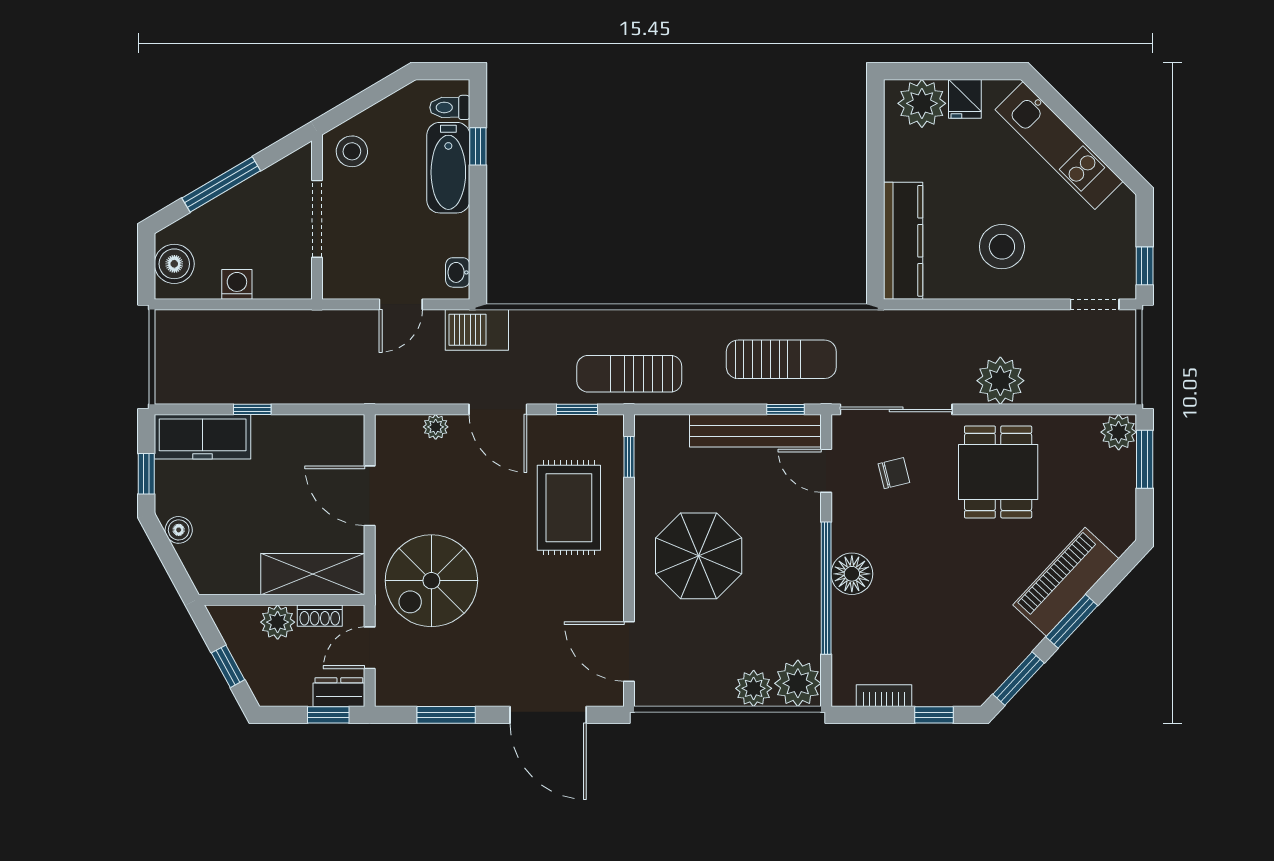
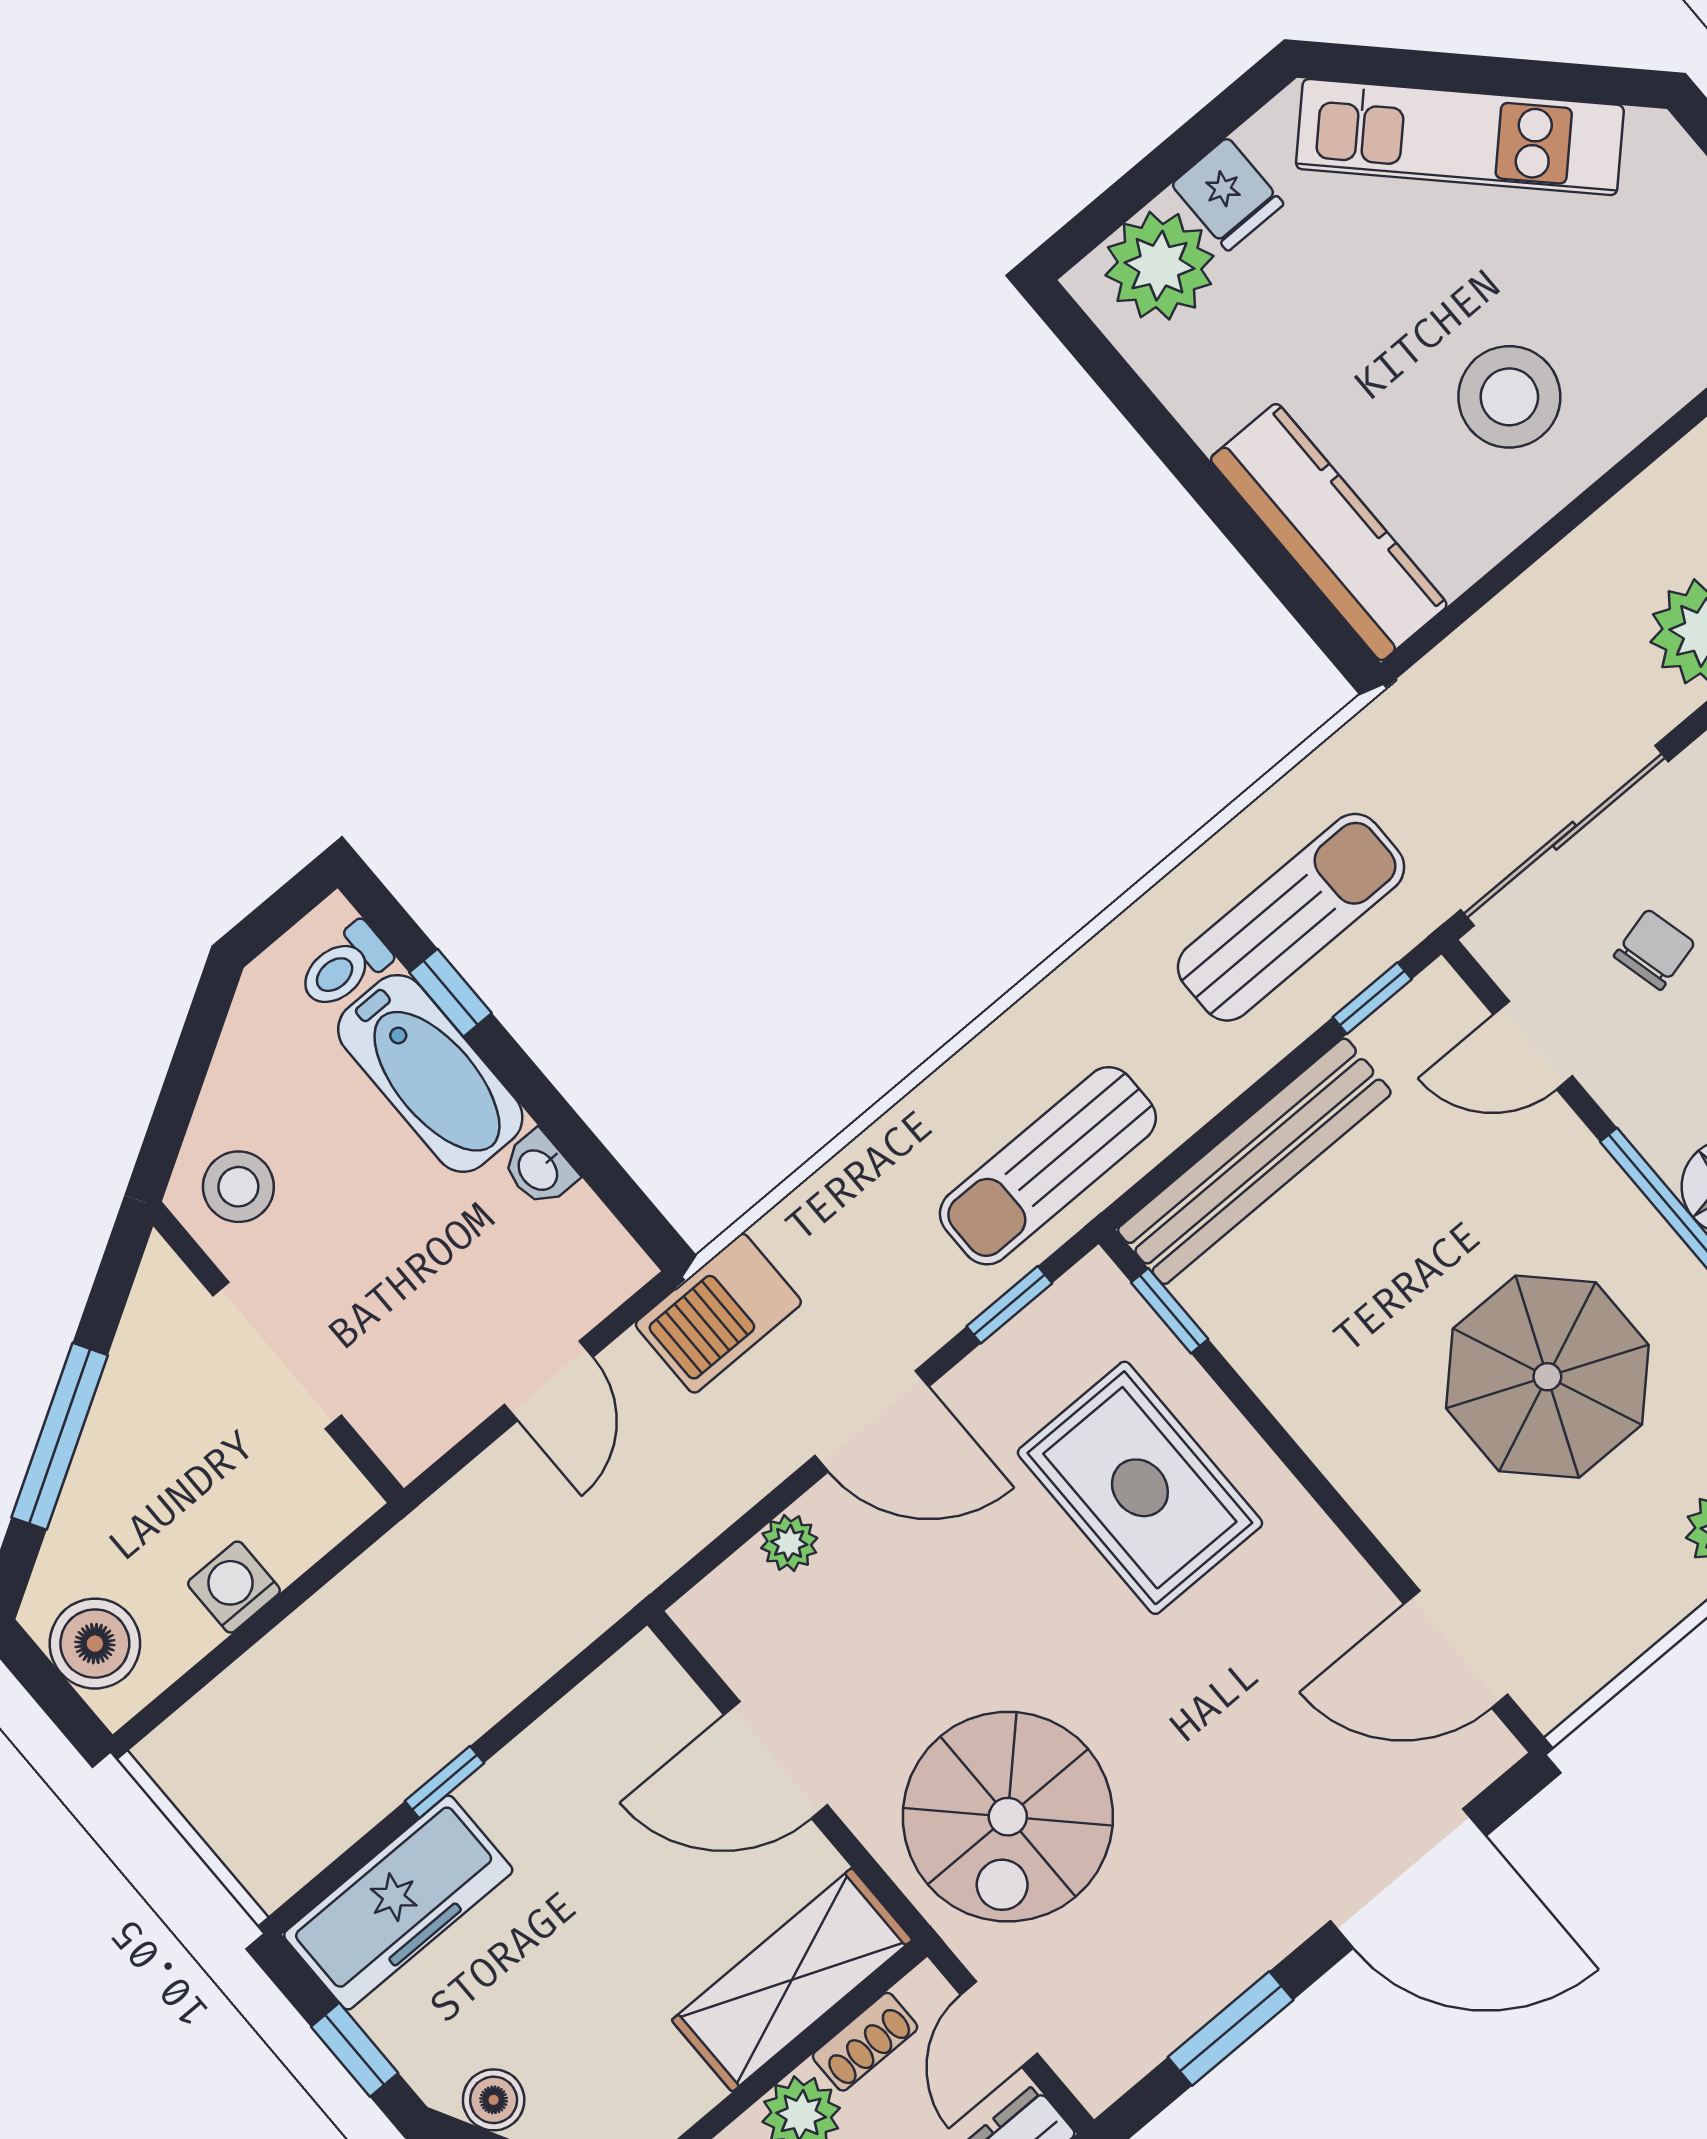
washbasin: (458, 272) -> (539, 1169), moved
bench: (755, 431) -> (1254, 1161), moved
parasol: (699, 556) -> (1547, 1377), moved

